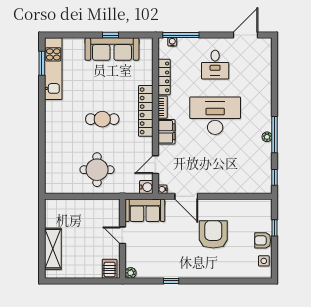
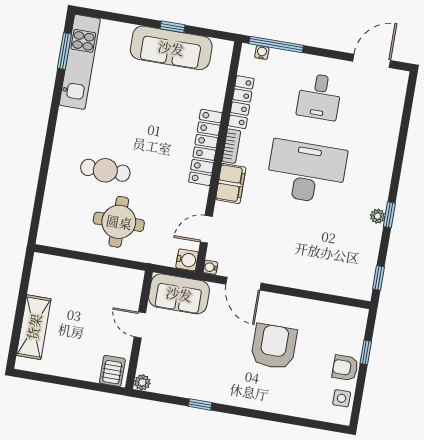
cafe table: (102, 119) -> (105, 170), moved
window: (275, 135) -> (389, 215), width x0.46

